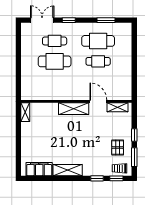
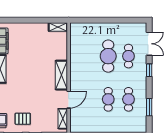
cafe table: (98, 41) -> (128, 99), width x0.73, depth x0.74

